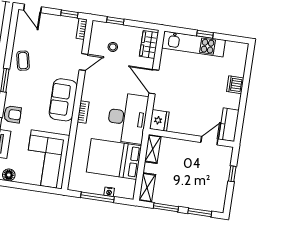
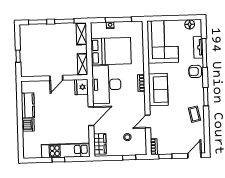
door: (32, 8) -> (194, 156), hinge flipped
door: (154, 82) -> (91, 116), hinge flipped
kitchen counter: (229, 125) -> (28, 105), moved
door: (209, 141) -> (56, 78), moved

